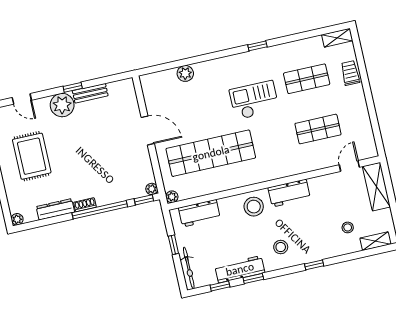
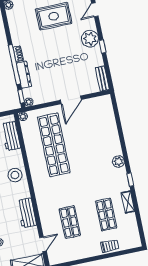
shelving: (337, 38) -> (128, 202), moved
plant: (185, 73) -> (118, 161), moved
bench: (90, 93) -> (102, 79), moved
checkout: (254, 100) -> (91, 177), removed
door: (349, 166) -> (43, 244), hinge flipped
workbench: (289, 193) -> (27, 213), moved
dresser: (55, 209) -> (24, 75), moved

